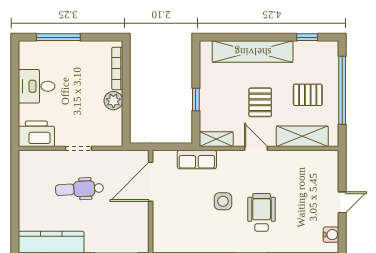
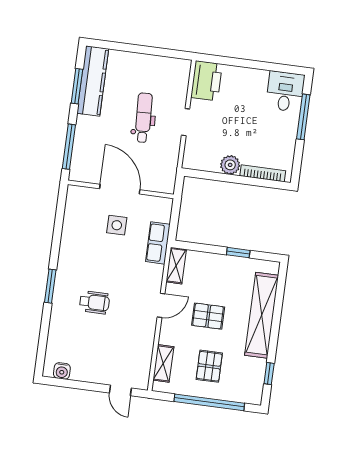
desk: (37, 86) -> (285, 92), moved
window: (196, 100) -> (238, 253), moved
shelving: (302, 136) -> (163, 363), width x0.67, depth x0.75
door: (151, 182) -> (120, 189), moved
side table: (223, 201) -> (117, 225), moved
door: (342, 202) -> (120, 390), moved
wheelchair: (262, 212) -> (94, 302), width x0.73, depth x0.73

